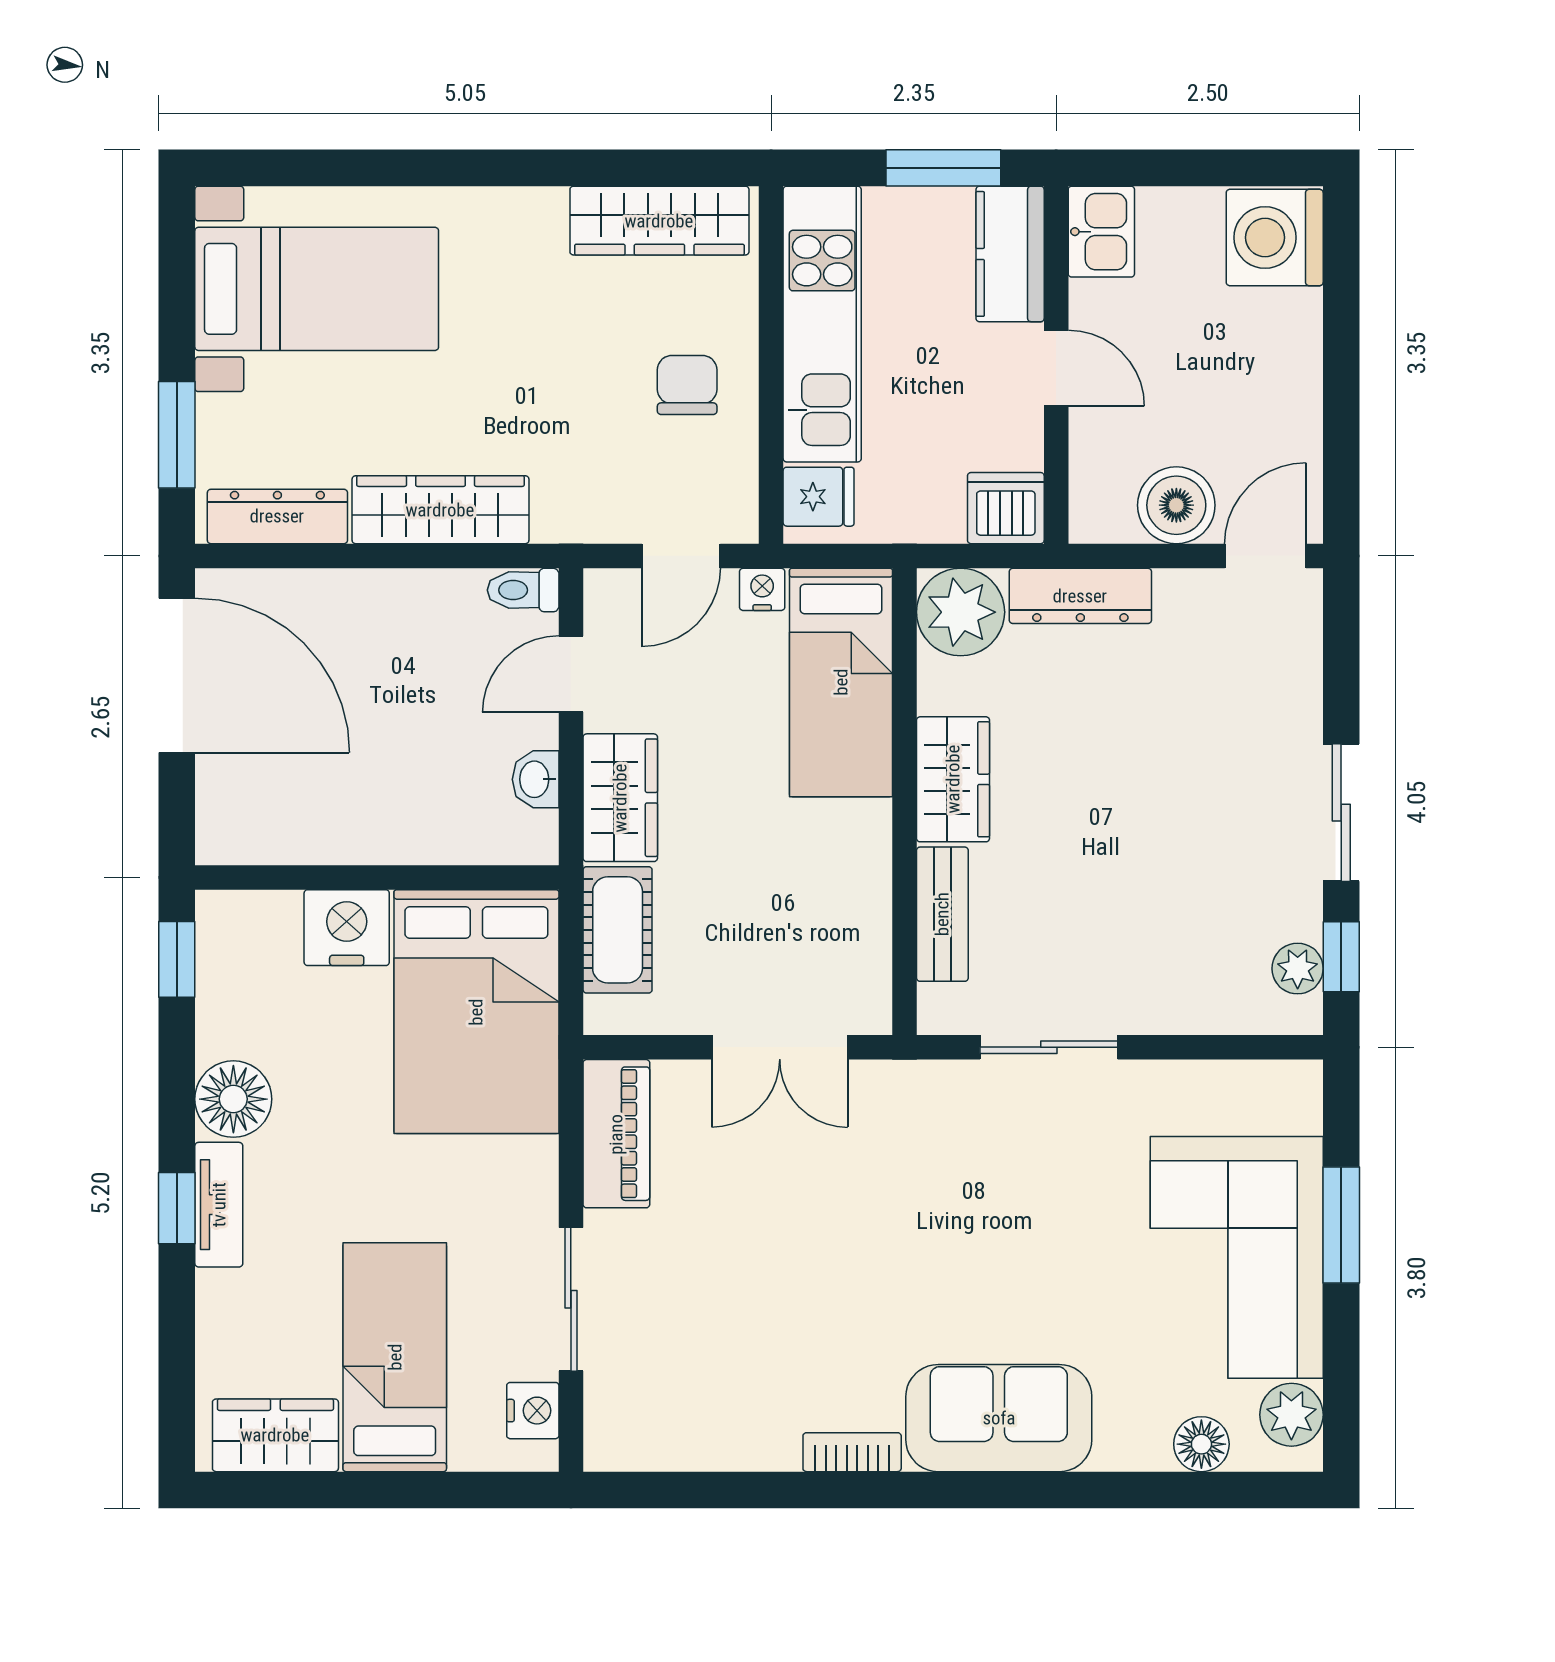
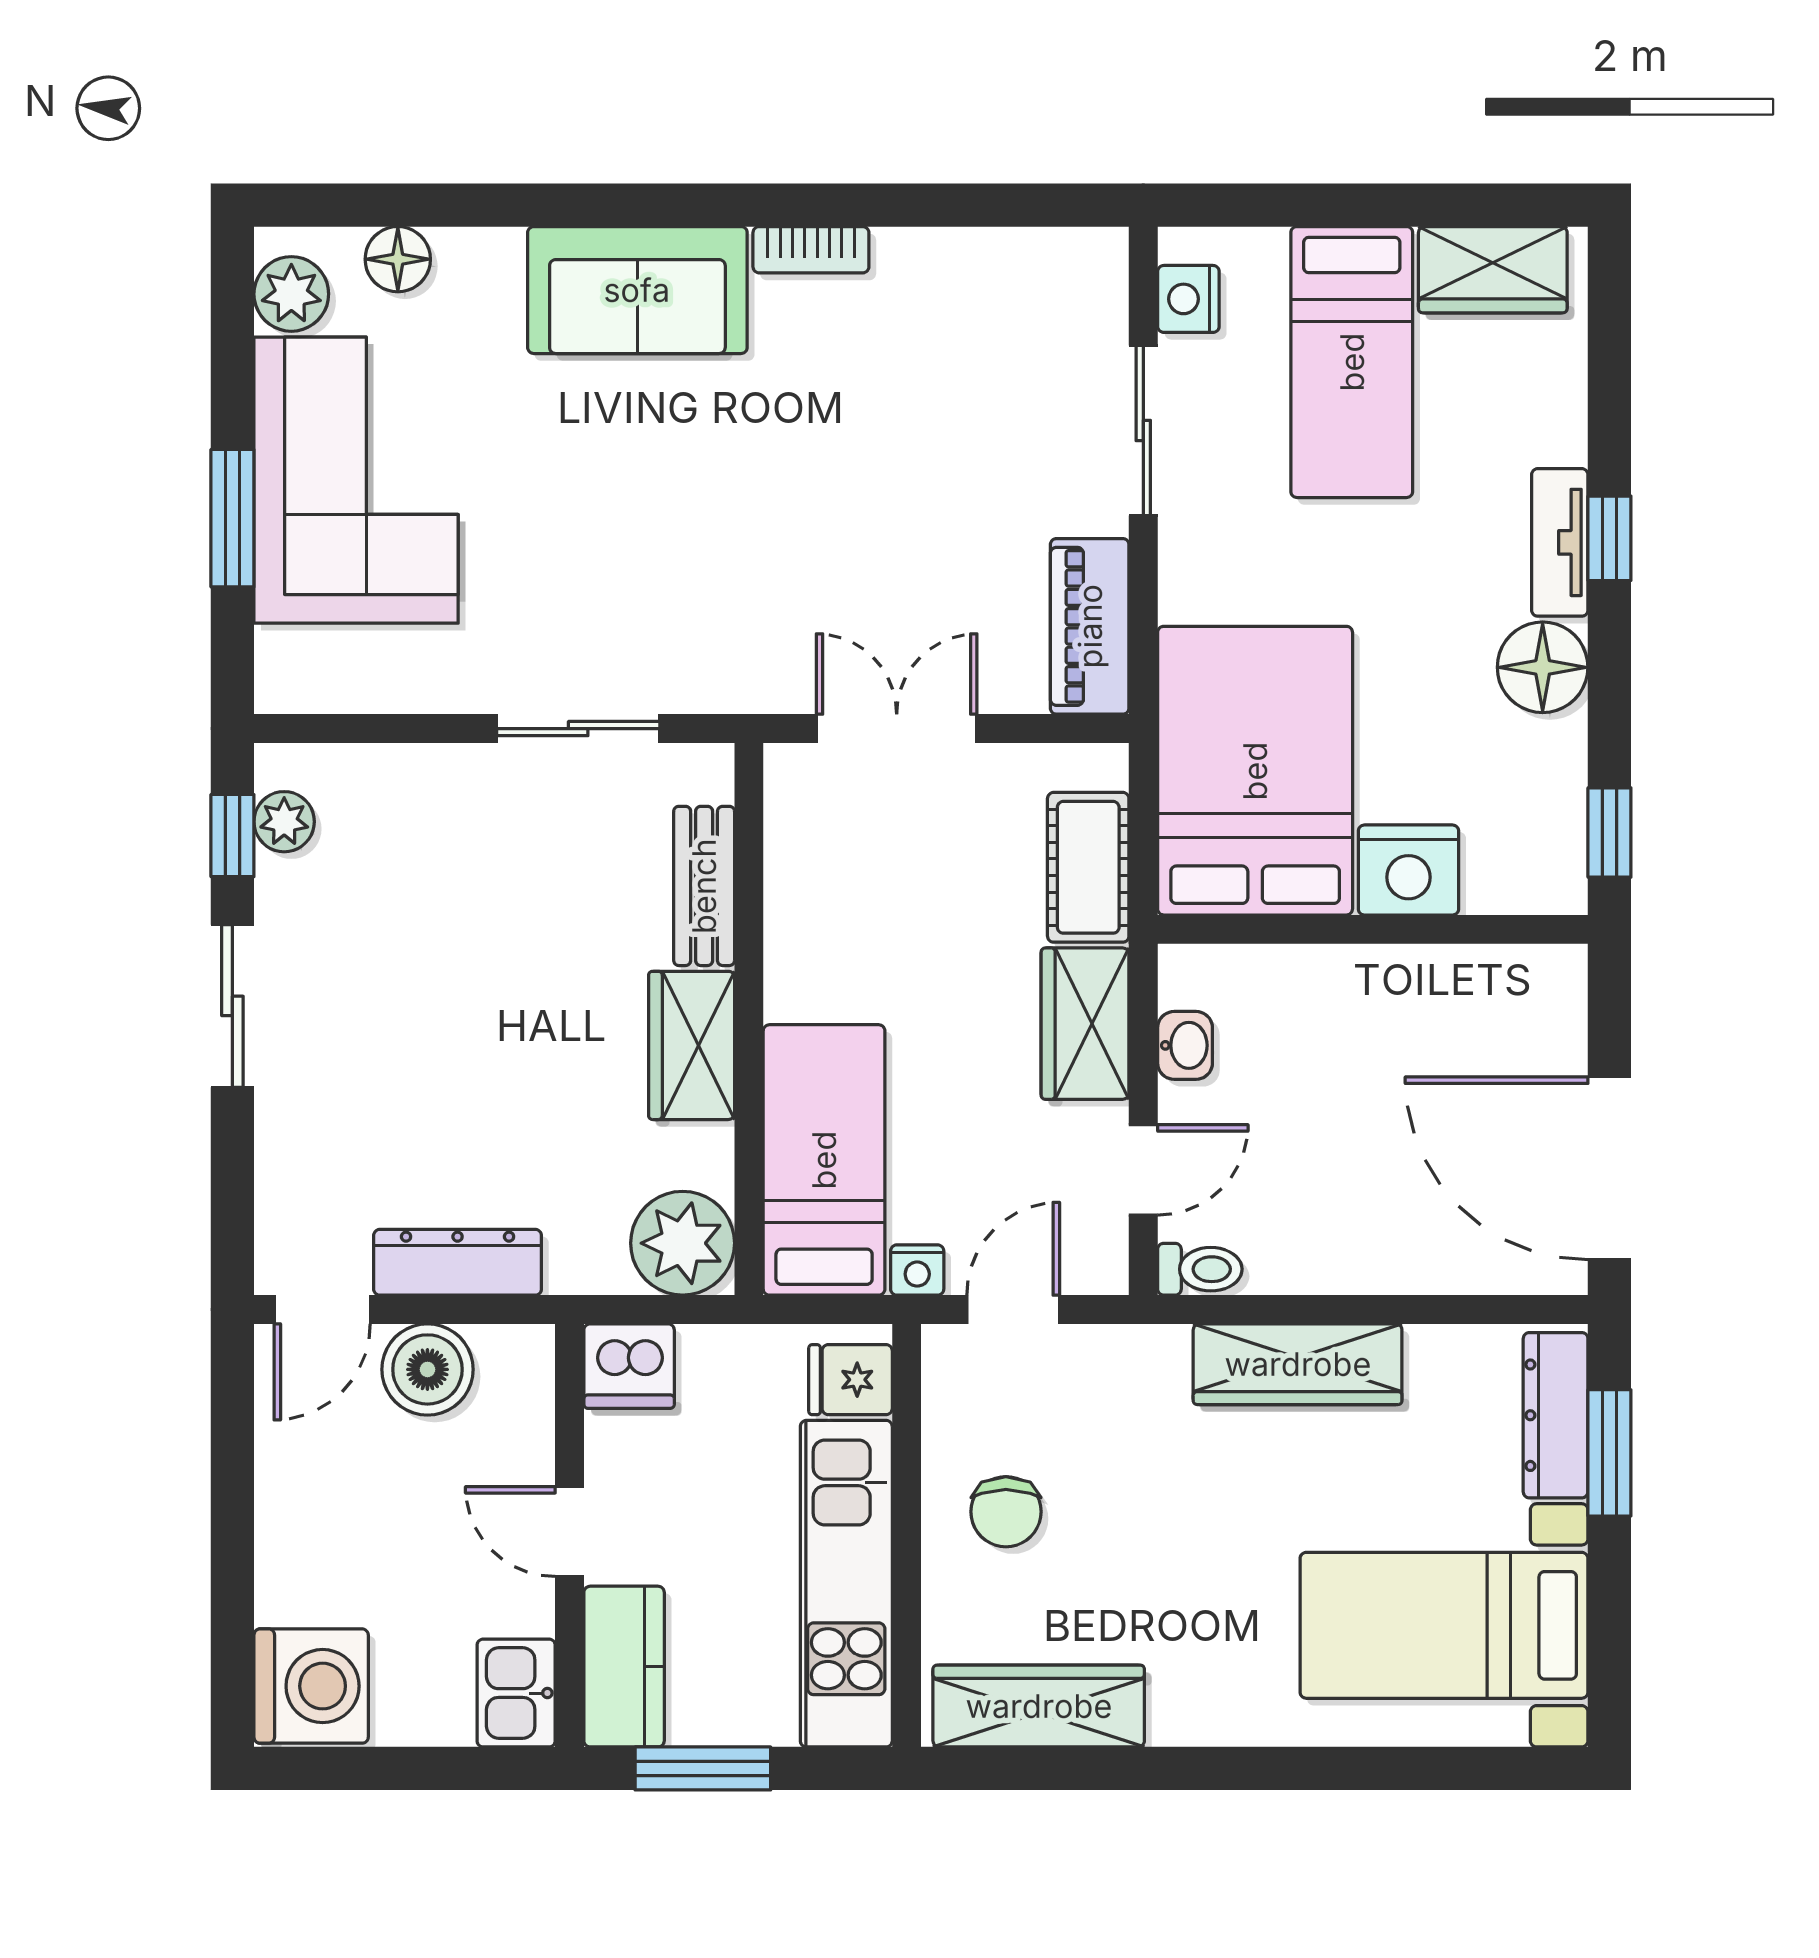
dresser: (277, 516) -> (1556, 1415), moved, turned 90
dresser: (1080, 596) -> (458, 1262), moved

